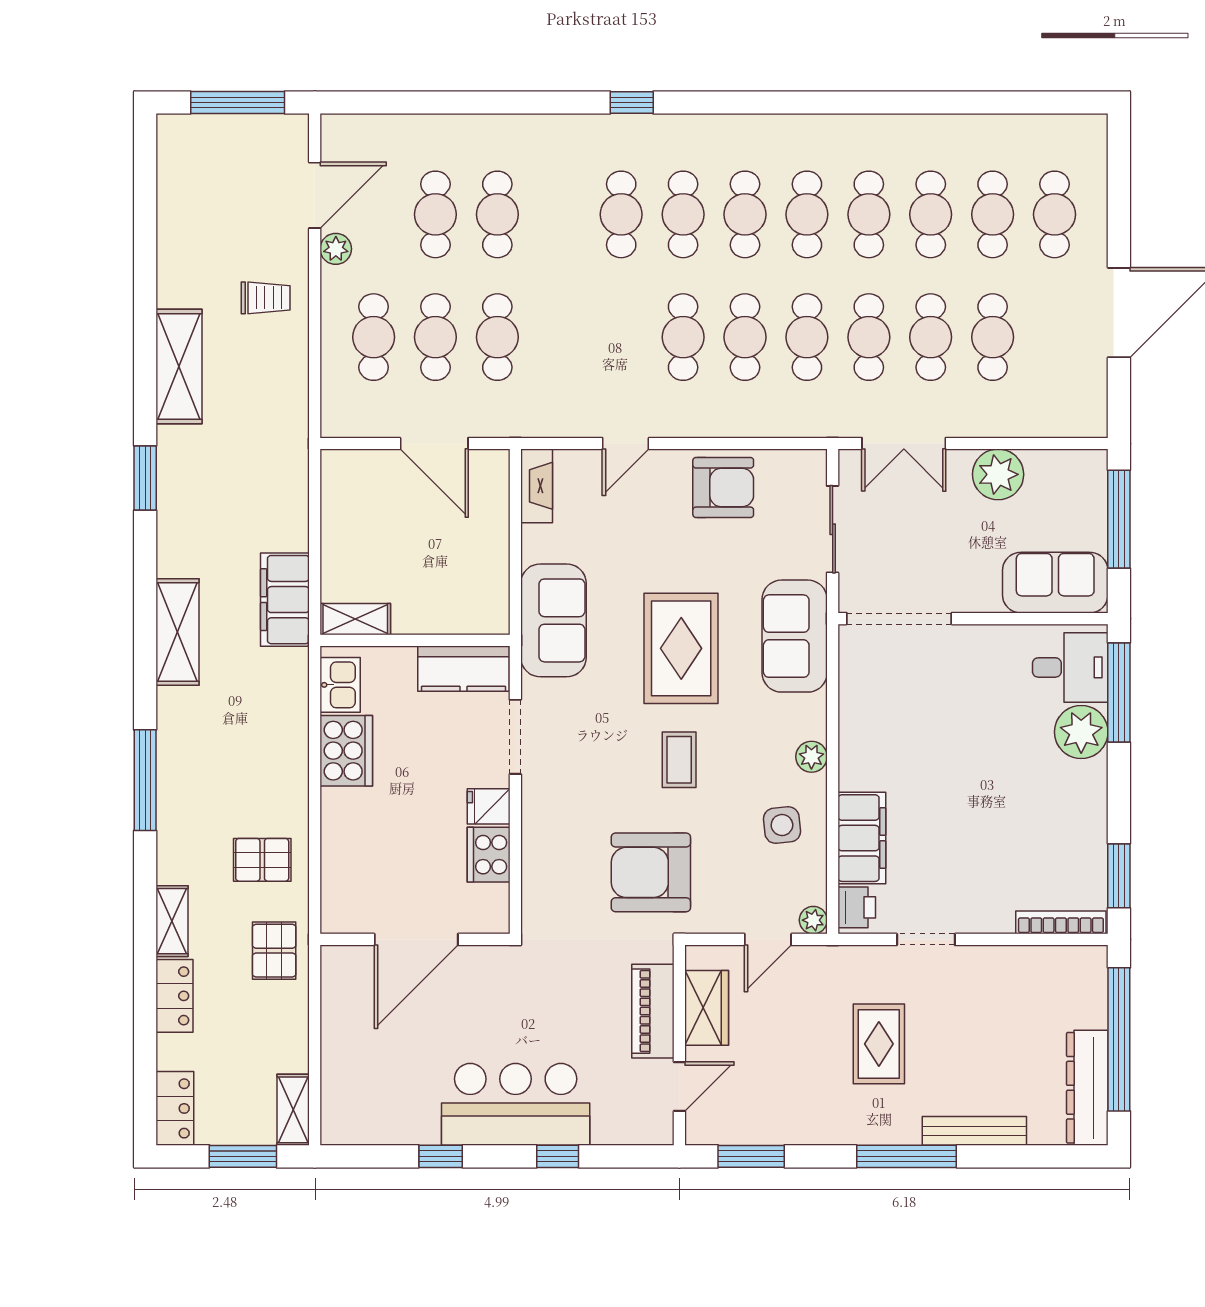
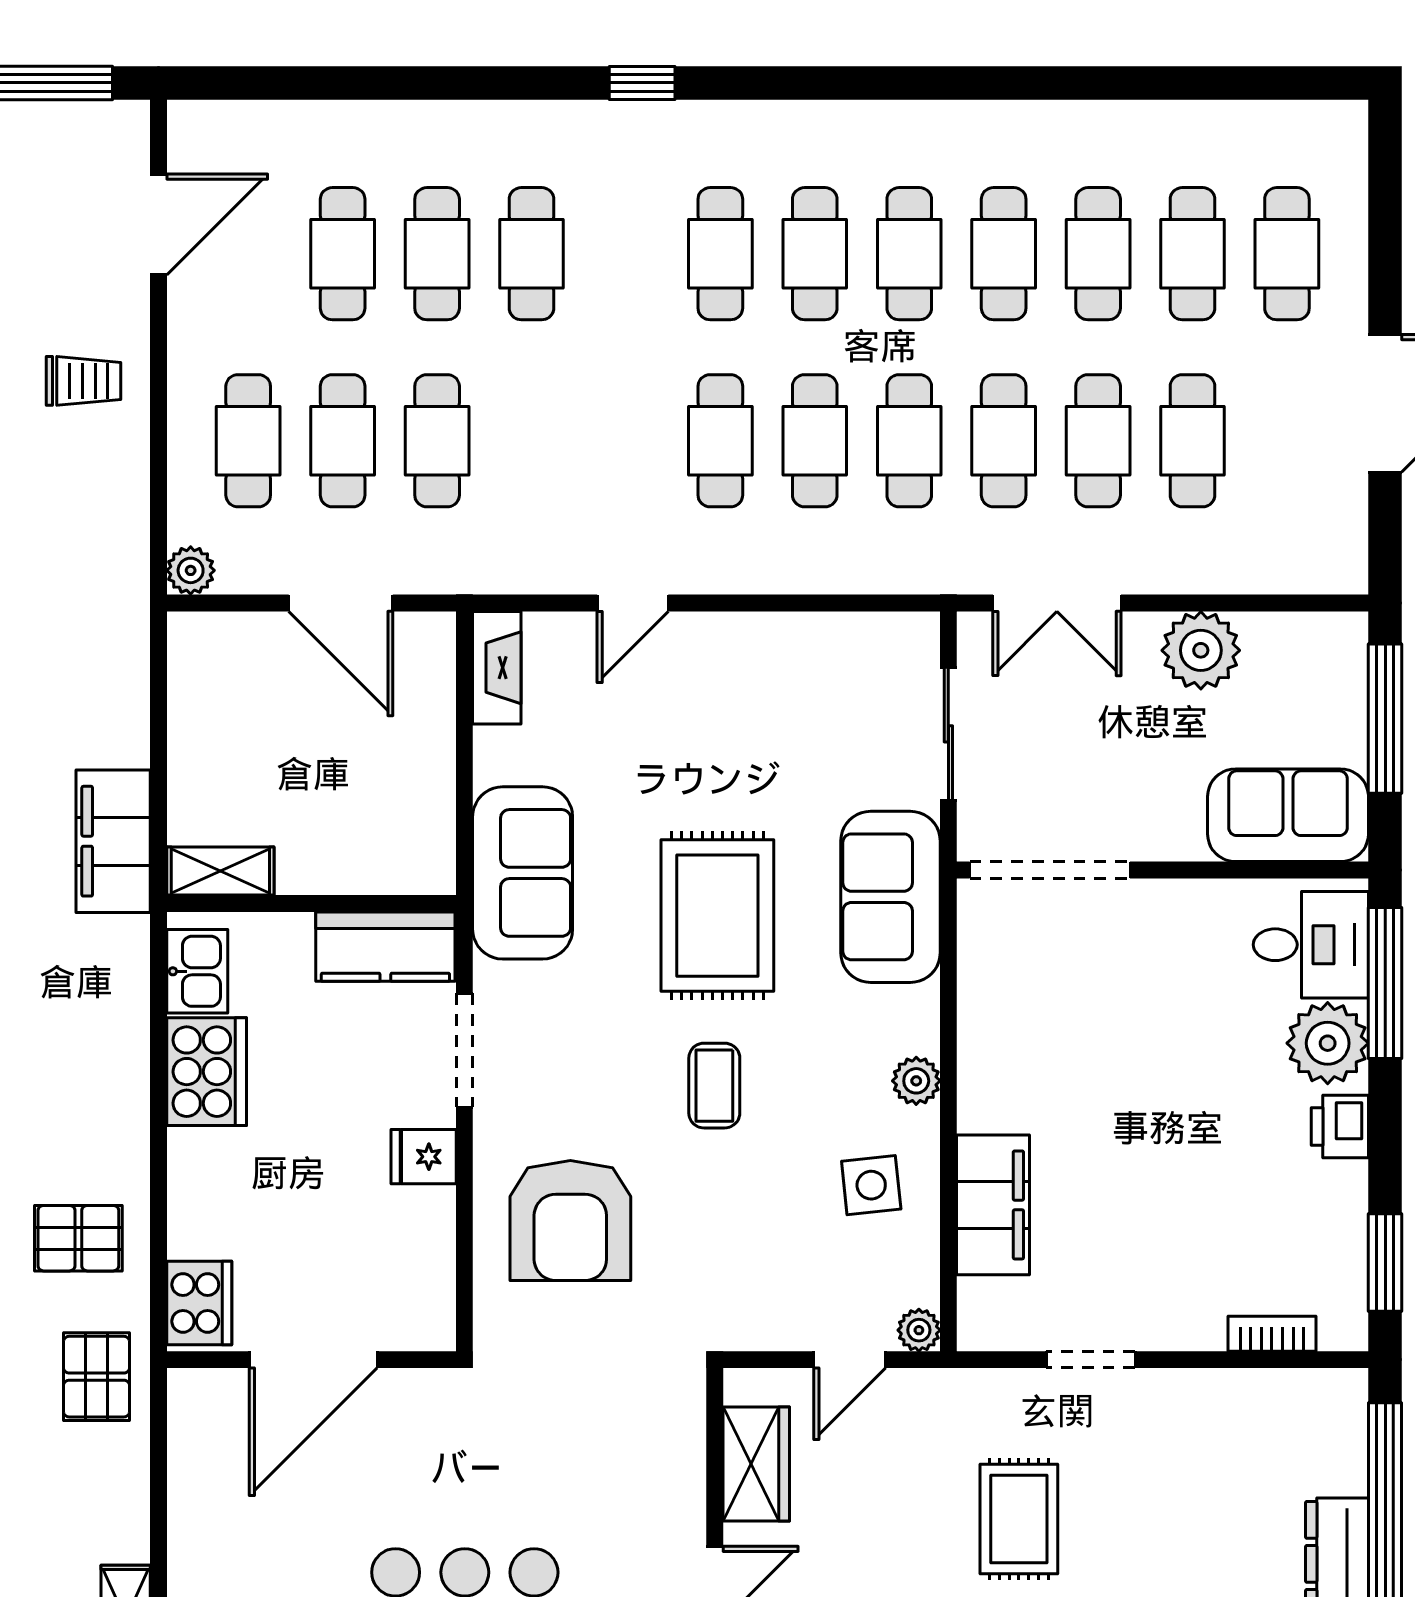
cafe table: (621, 214) -> (531, 254), moved
plant: (336, 249) -> (191, 570), moved
armchair: (723, 488) -> (782, 670), removed
cooker: (489, 855) -> (199, 1303), moved, turned 180
armchair: (651, 872) -> (570, 1221), moved, turned -90
printer: (857, 907) -> (1340, 1126), moved, turned 180
bookcase: (1061, 922) -> (1272, 1334), width x0.64
piano: (653, 1011) -> (674, 1469), removed

